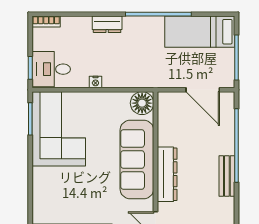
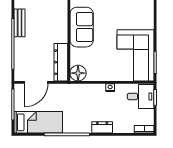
door: (203, 90) -> (36, 82), swing flipped
sofa: (137, 160) -> (82, 27), width x0.73
dresser: (167, 174) -> (61, 62), moved

